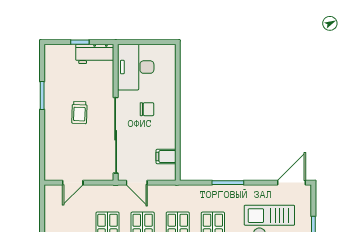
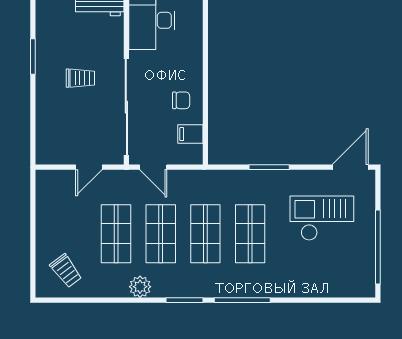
chair: (147, 109) -> (181, 100), moved
trolley: (79, 113) -> (80, 78), turned -92
door: (73, 183) -> (89, 167), moved

